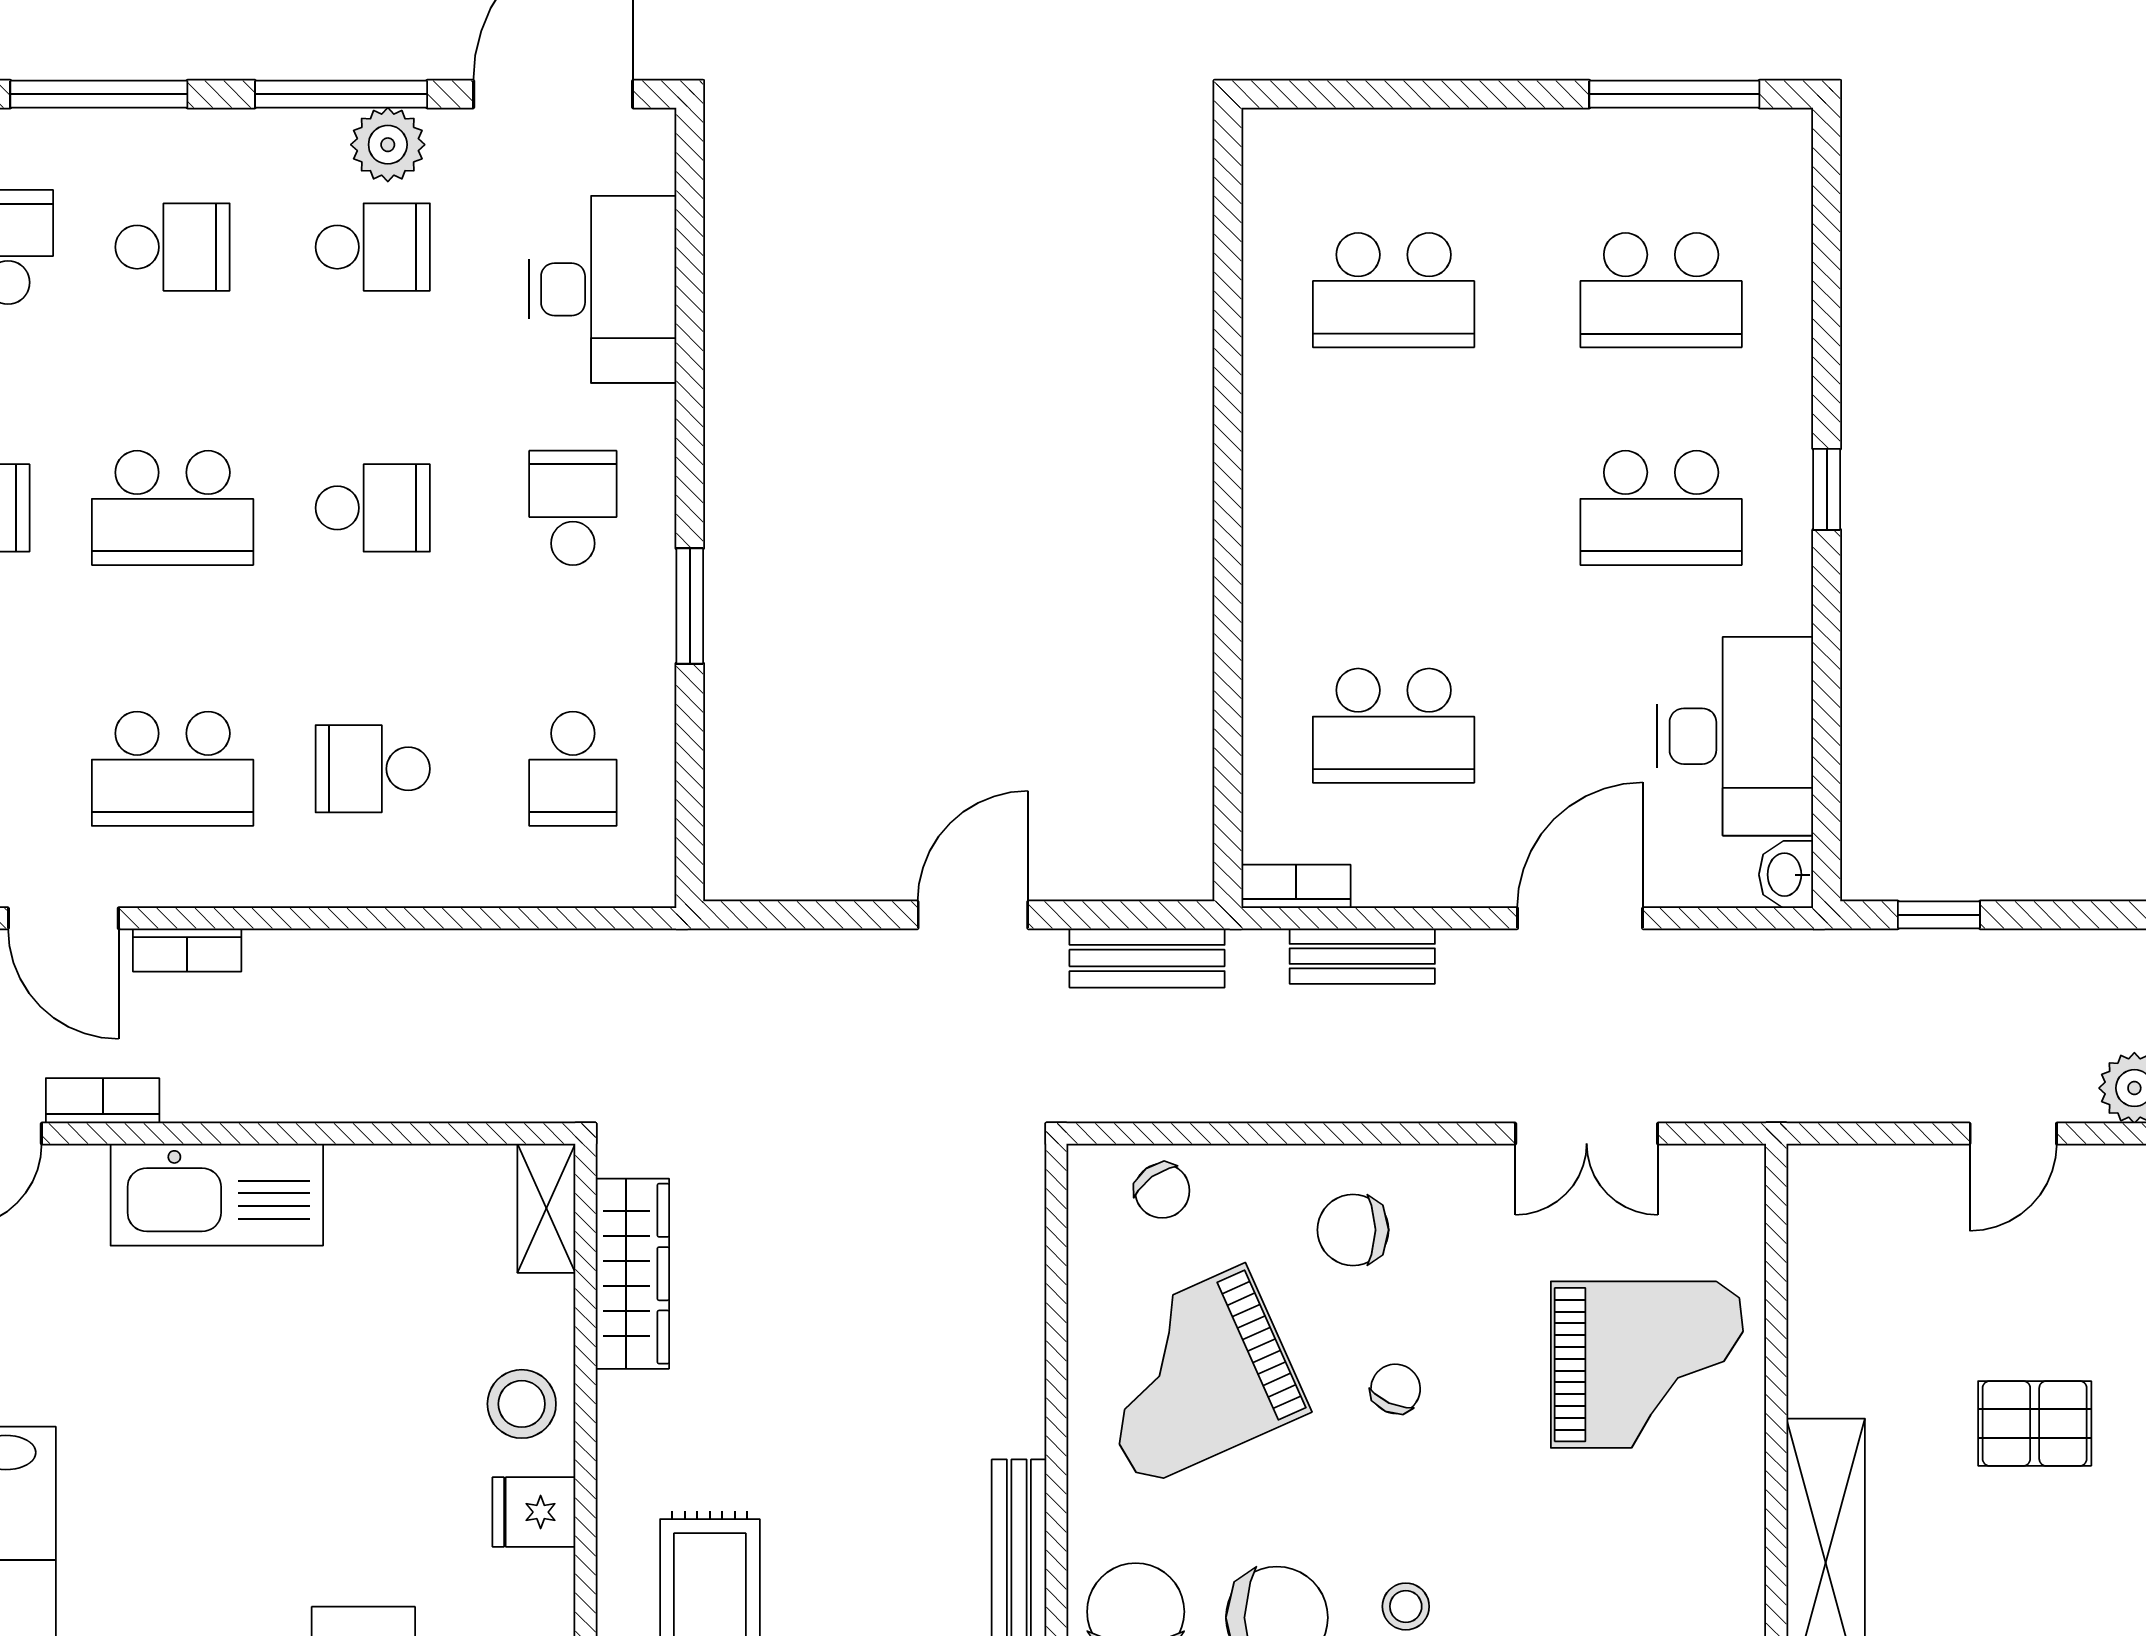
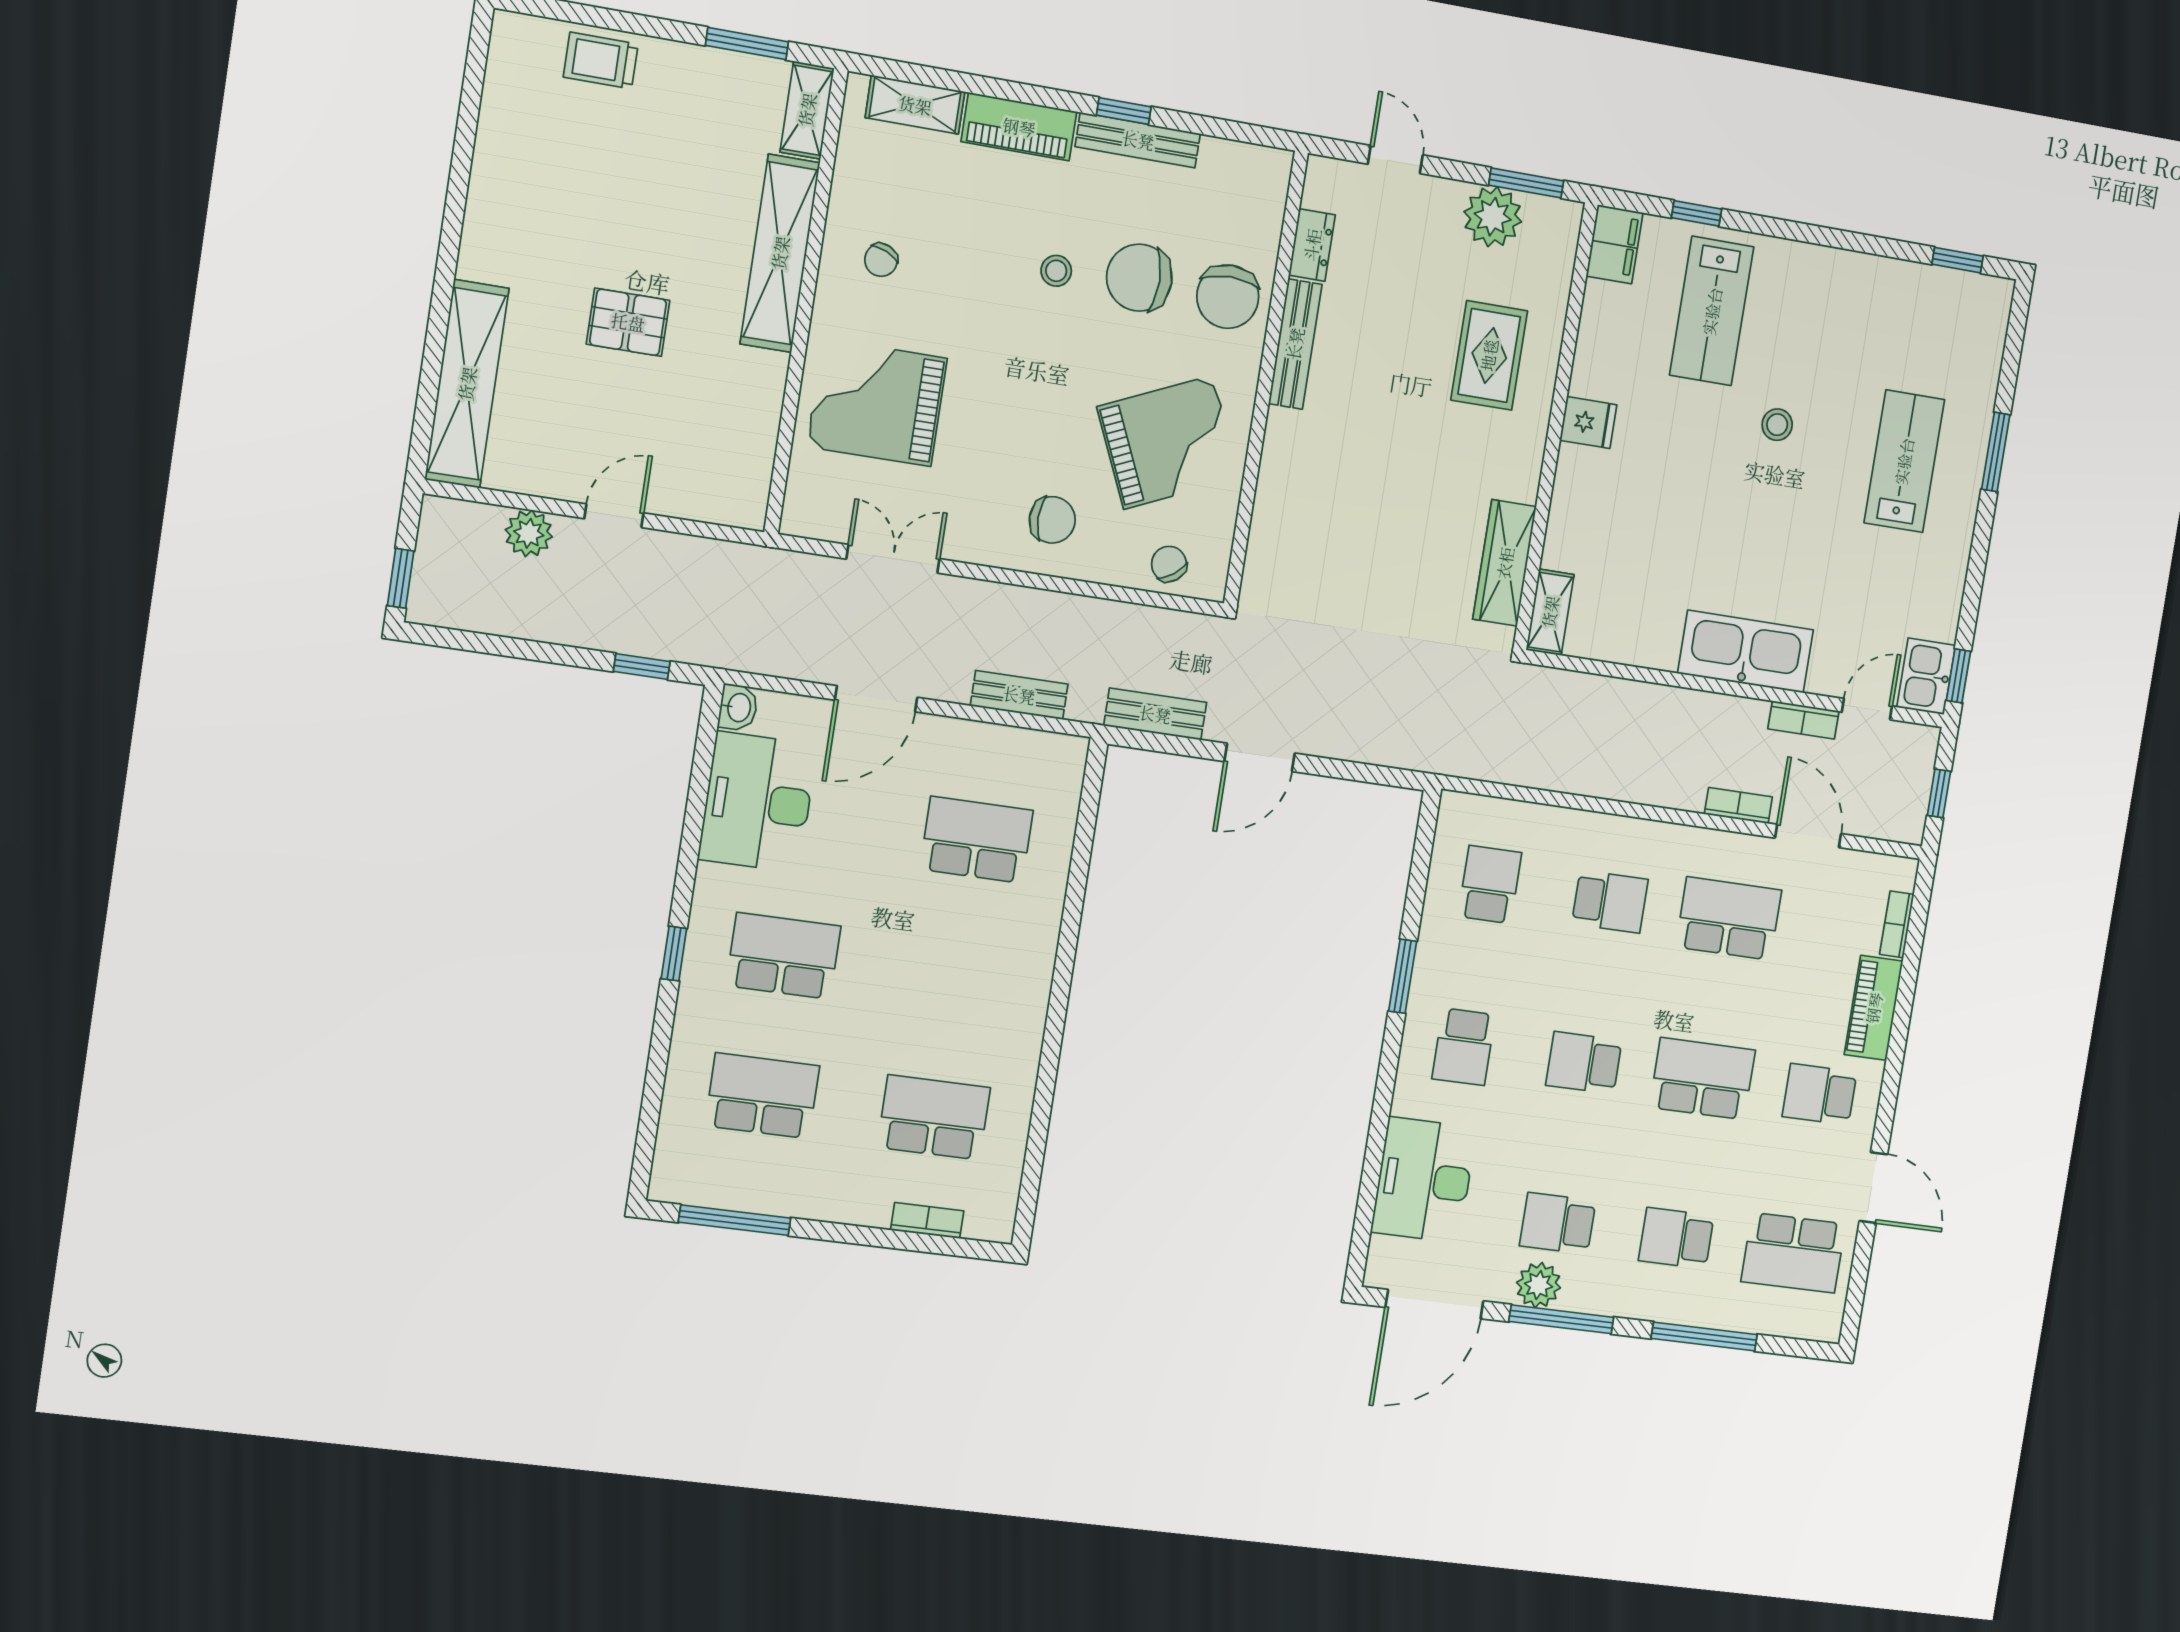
bookcase: (1296, 886) -> (927, 1220), moved, turned 180
chair: (1396, 1389) -> (881, 260), moved
stool: (522, 1404) -> (1777, 425), moved, width x0.73, depth x0.73

